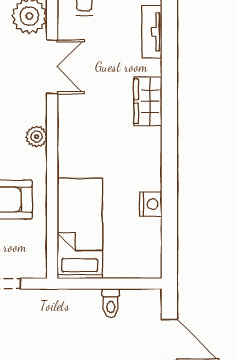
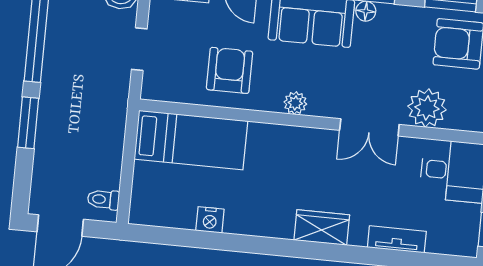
toilet: (111, 303) -> (103, 199), moved

